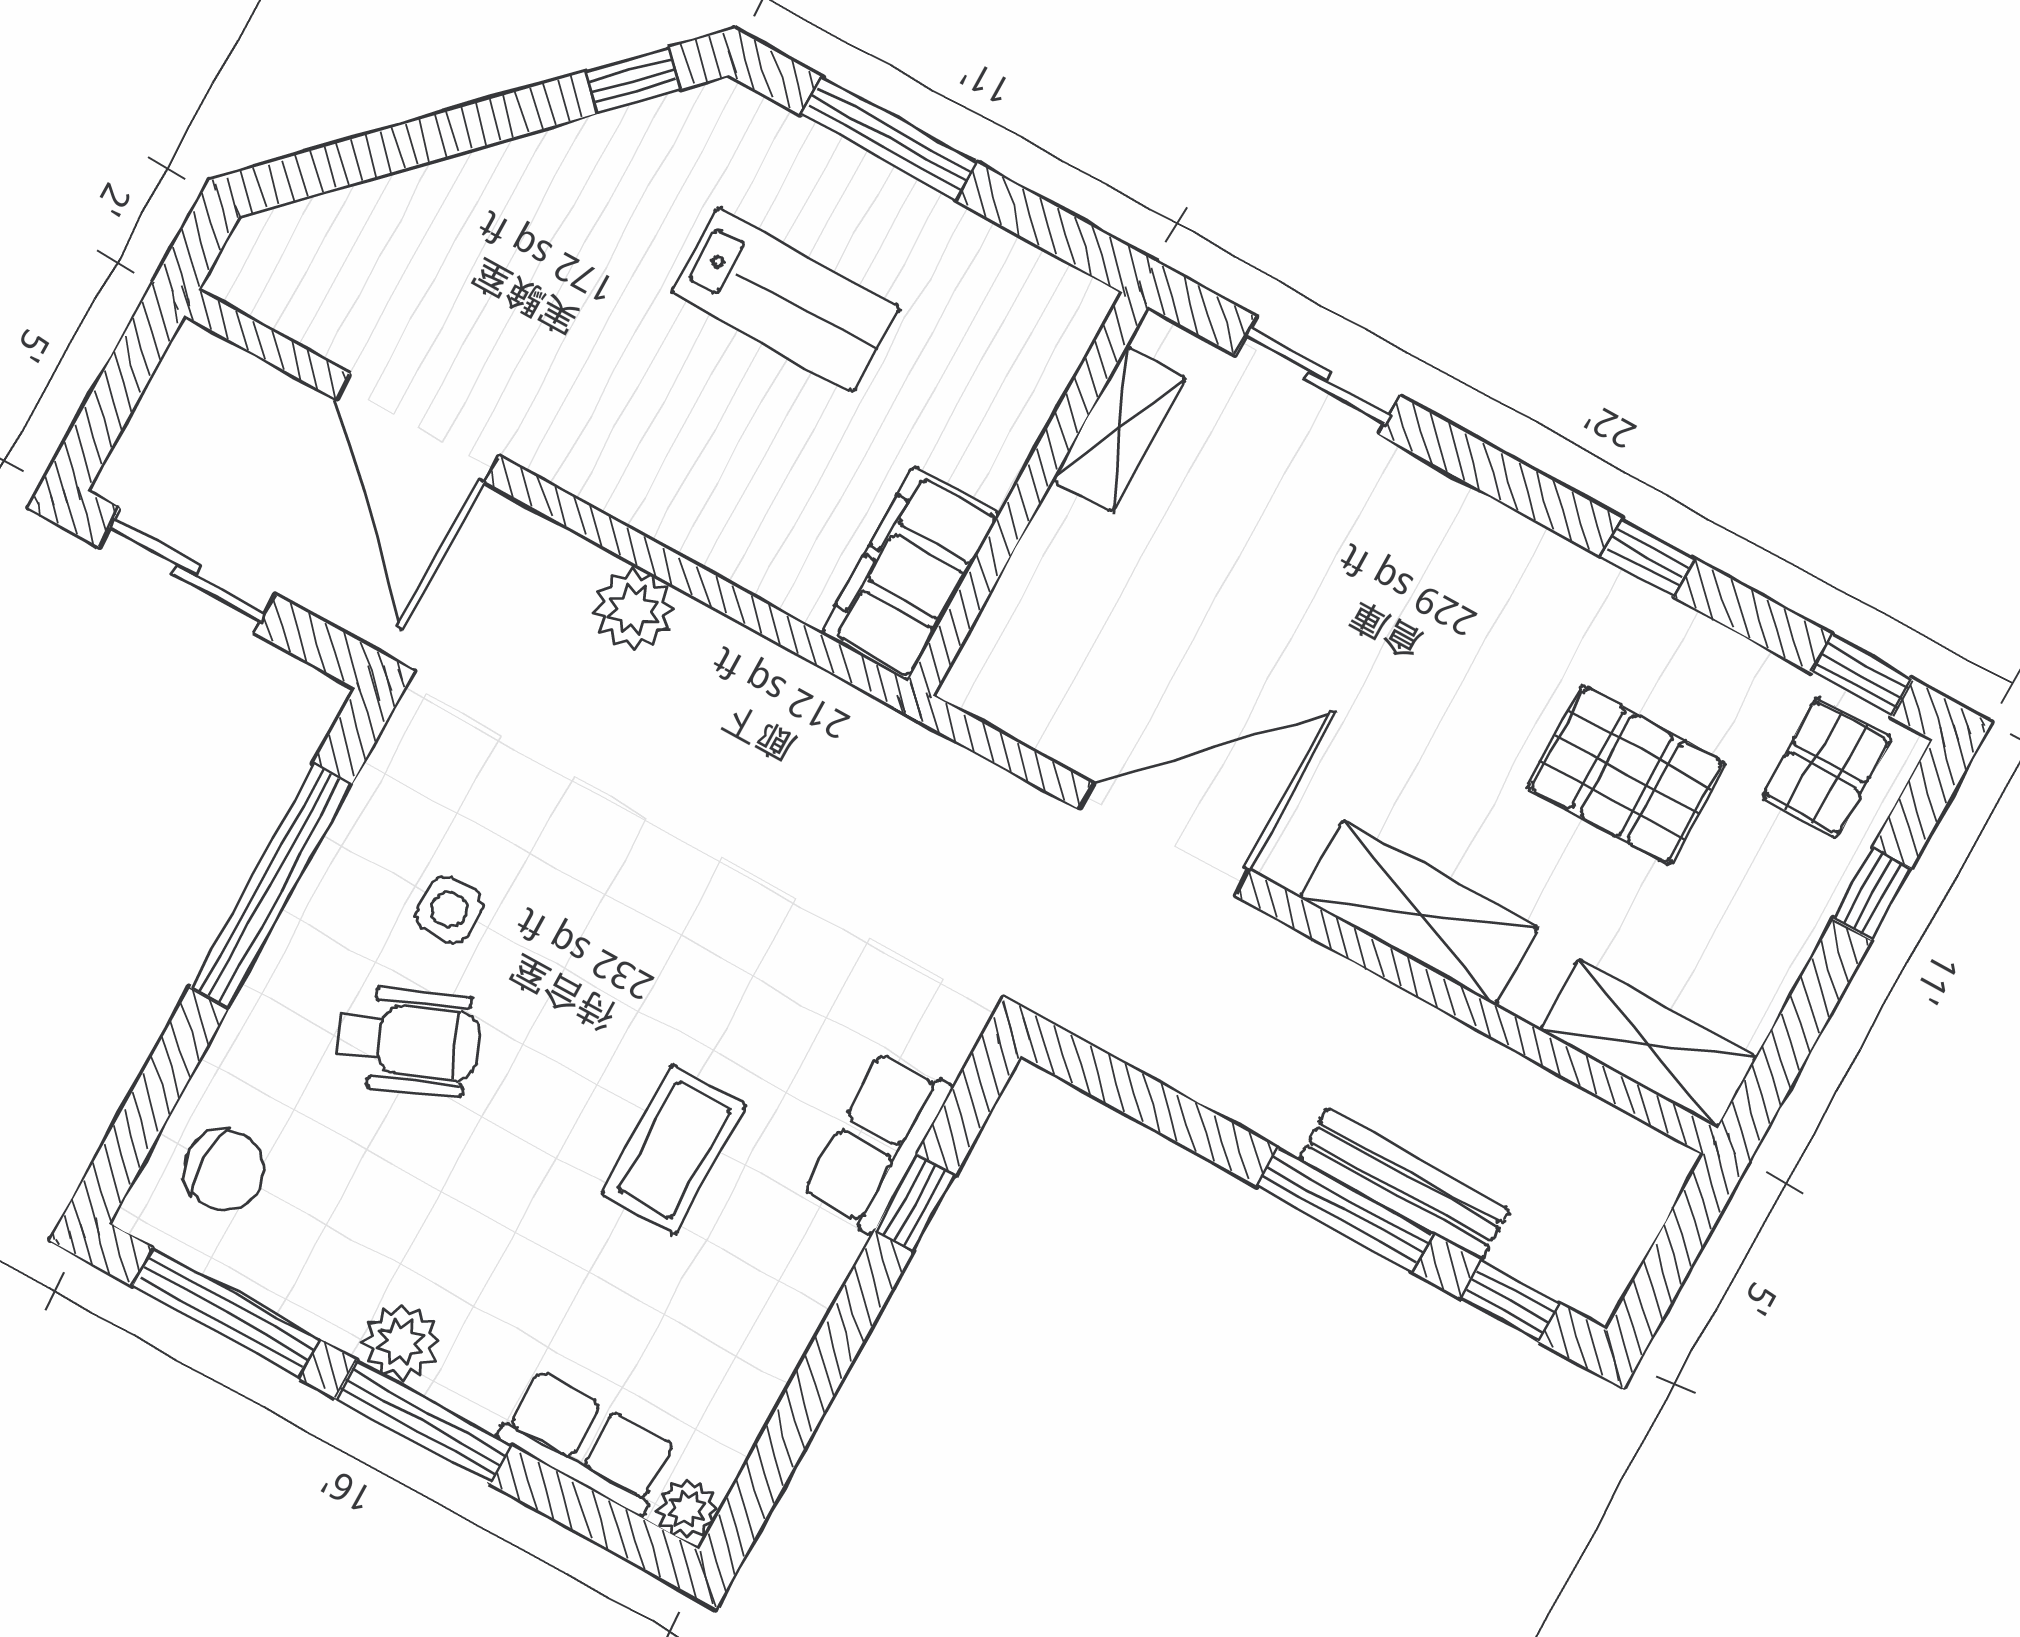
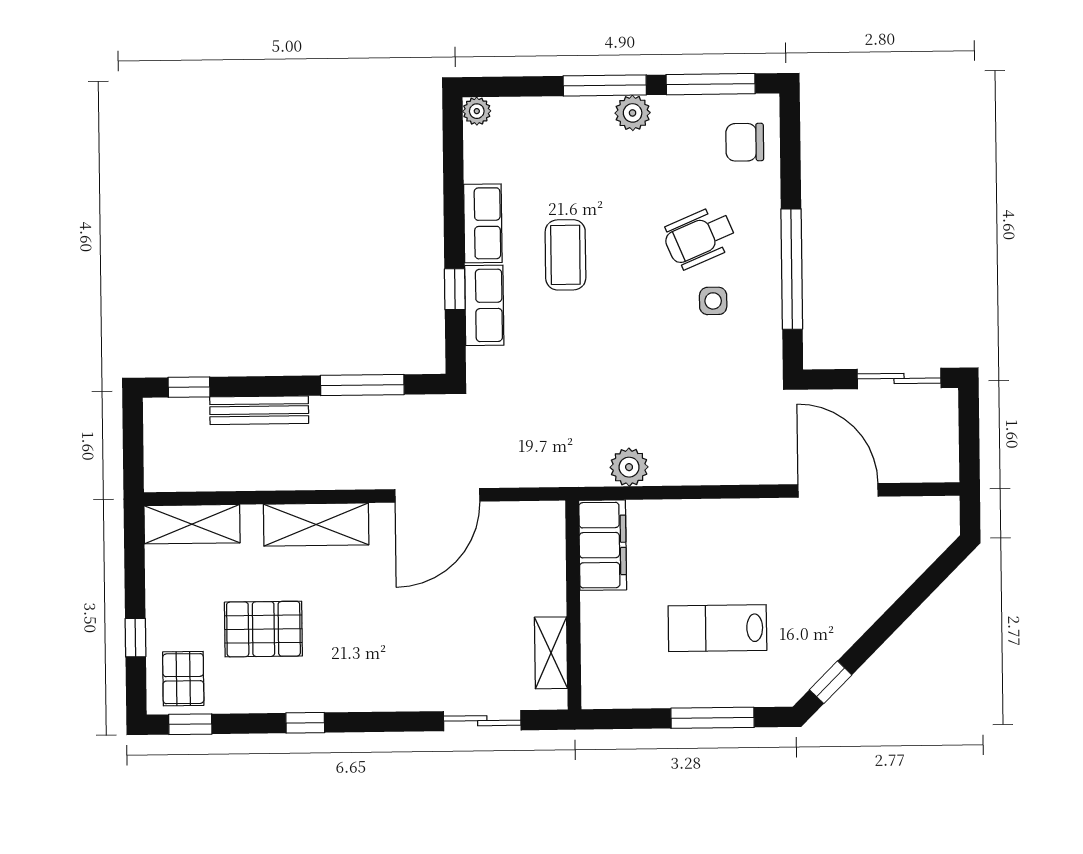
plant: (633, 610) -> (629, 467), moved
window: (1345, 1210) -> (362, 385), moved
row of seats: (588, 1443) -> (483, 223), moved, turned -90

